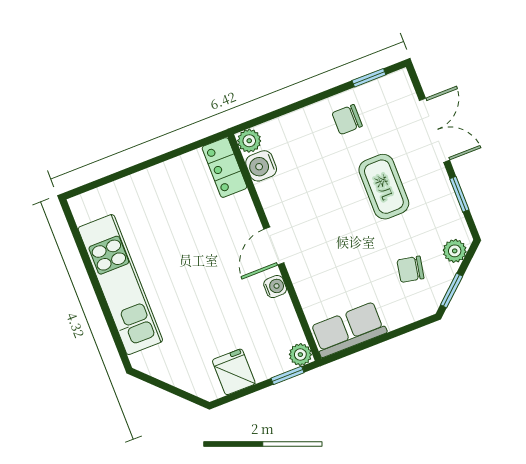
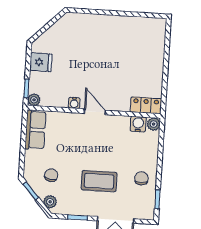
kitchen unit: (120, 285) -> (111, 25), removed

